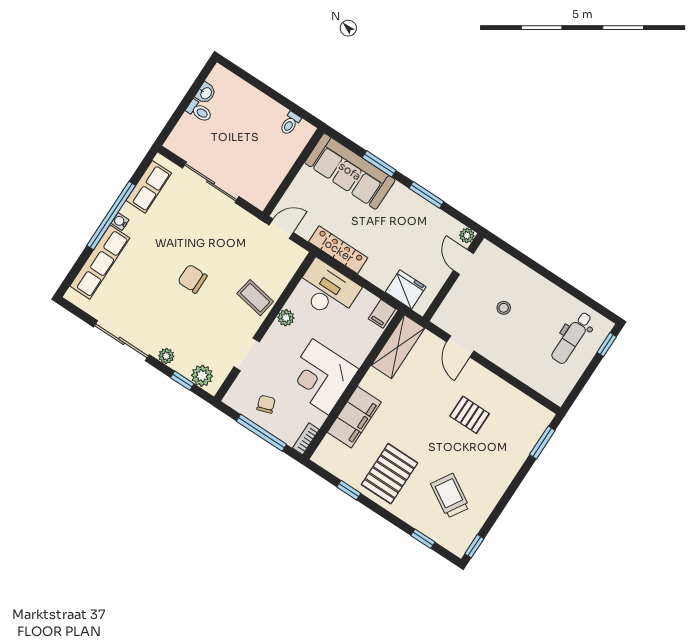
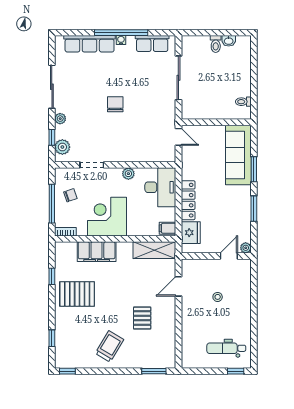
locker: (338, 250) -> (188, 200), moved
coffee table: (255, 298) -> (128, 148), removed
trolley: (450, 496) -> (109, 346), moved

